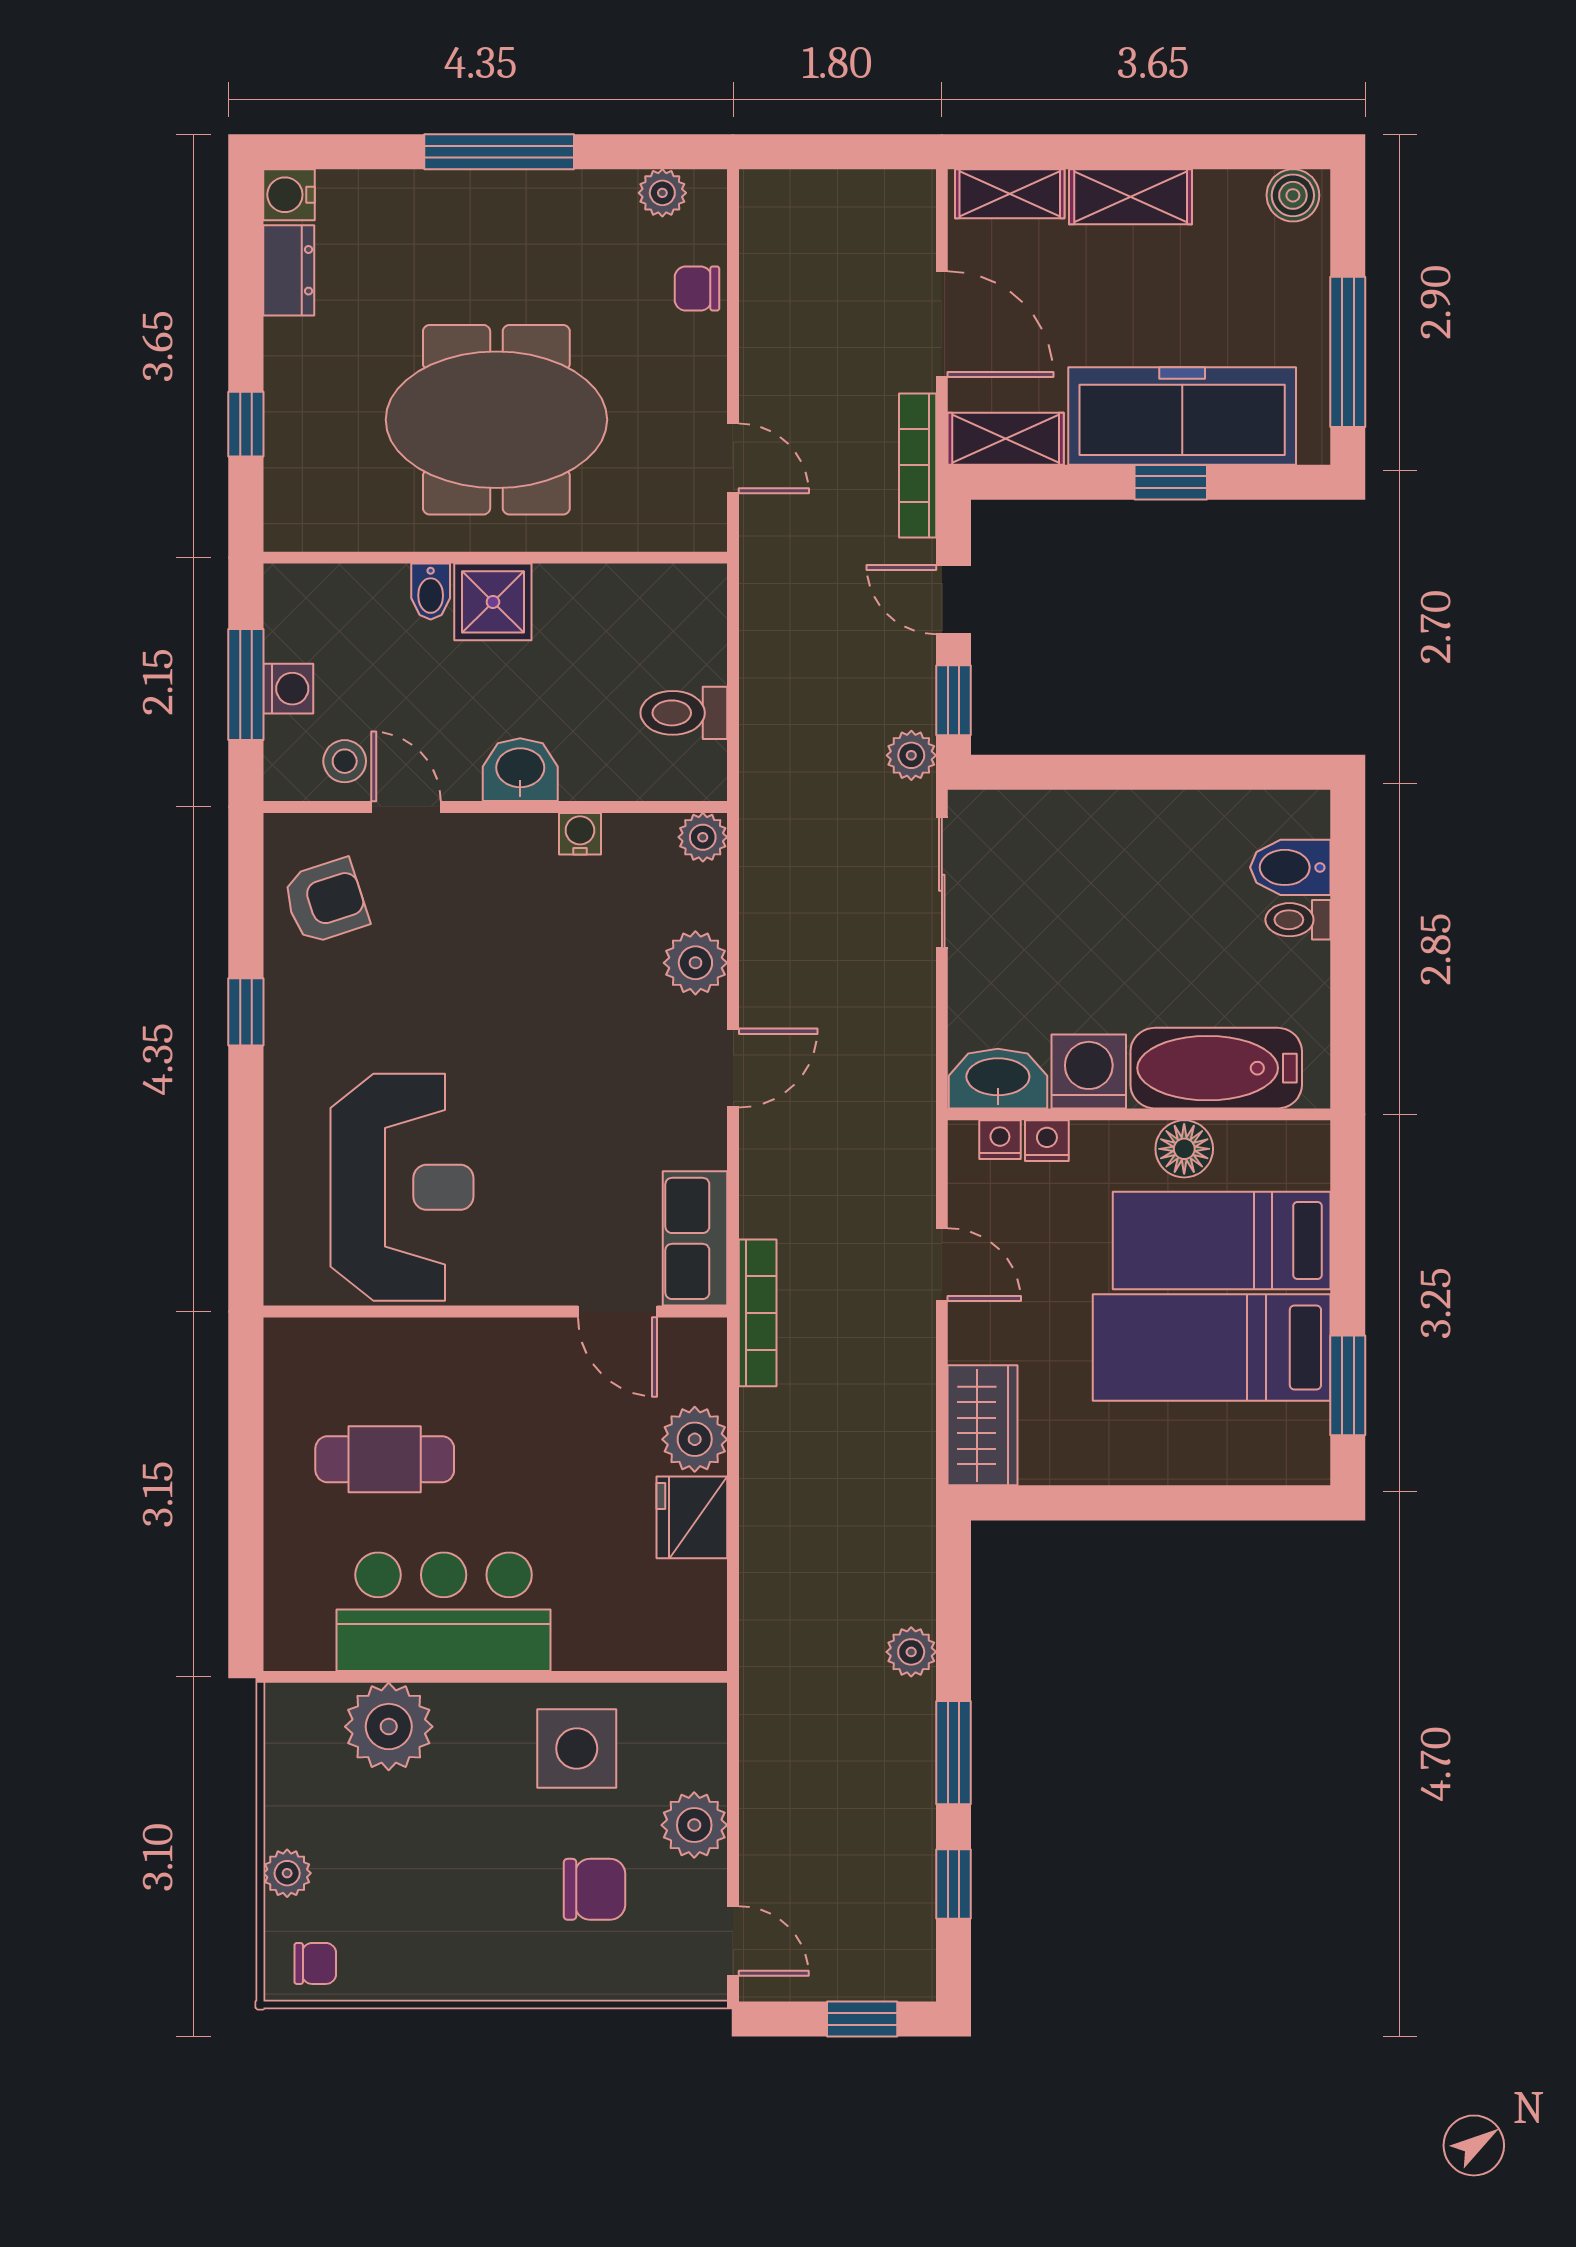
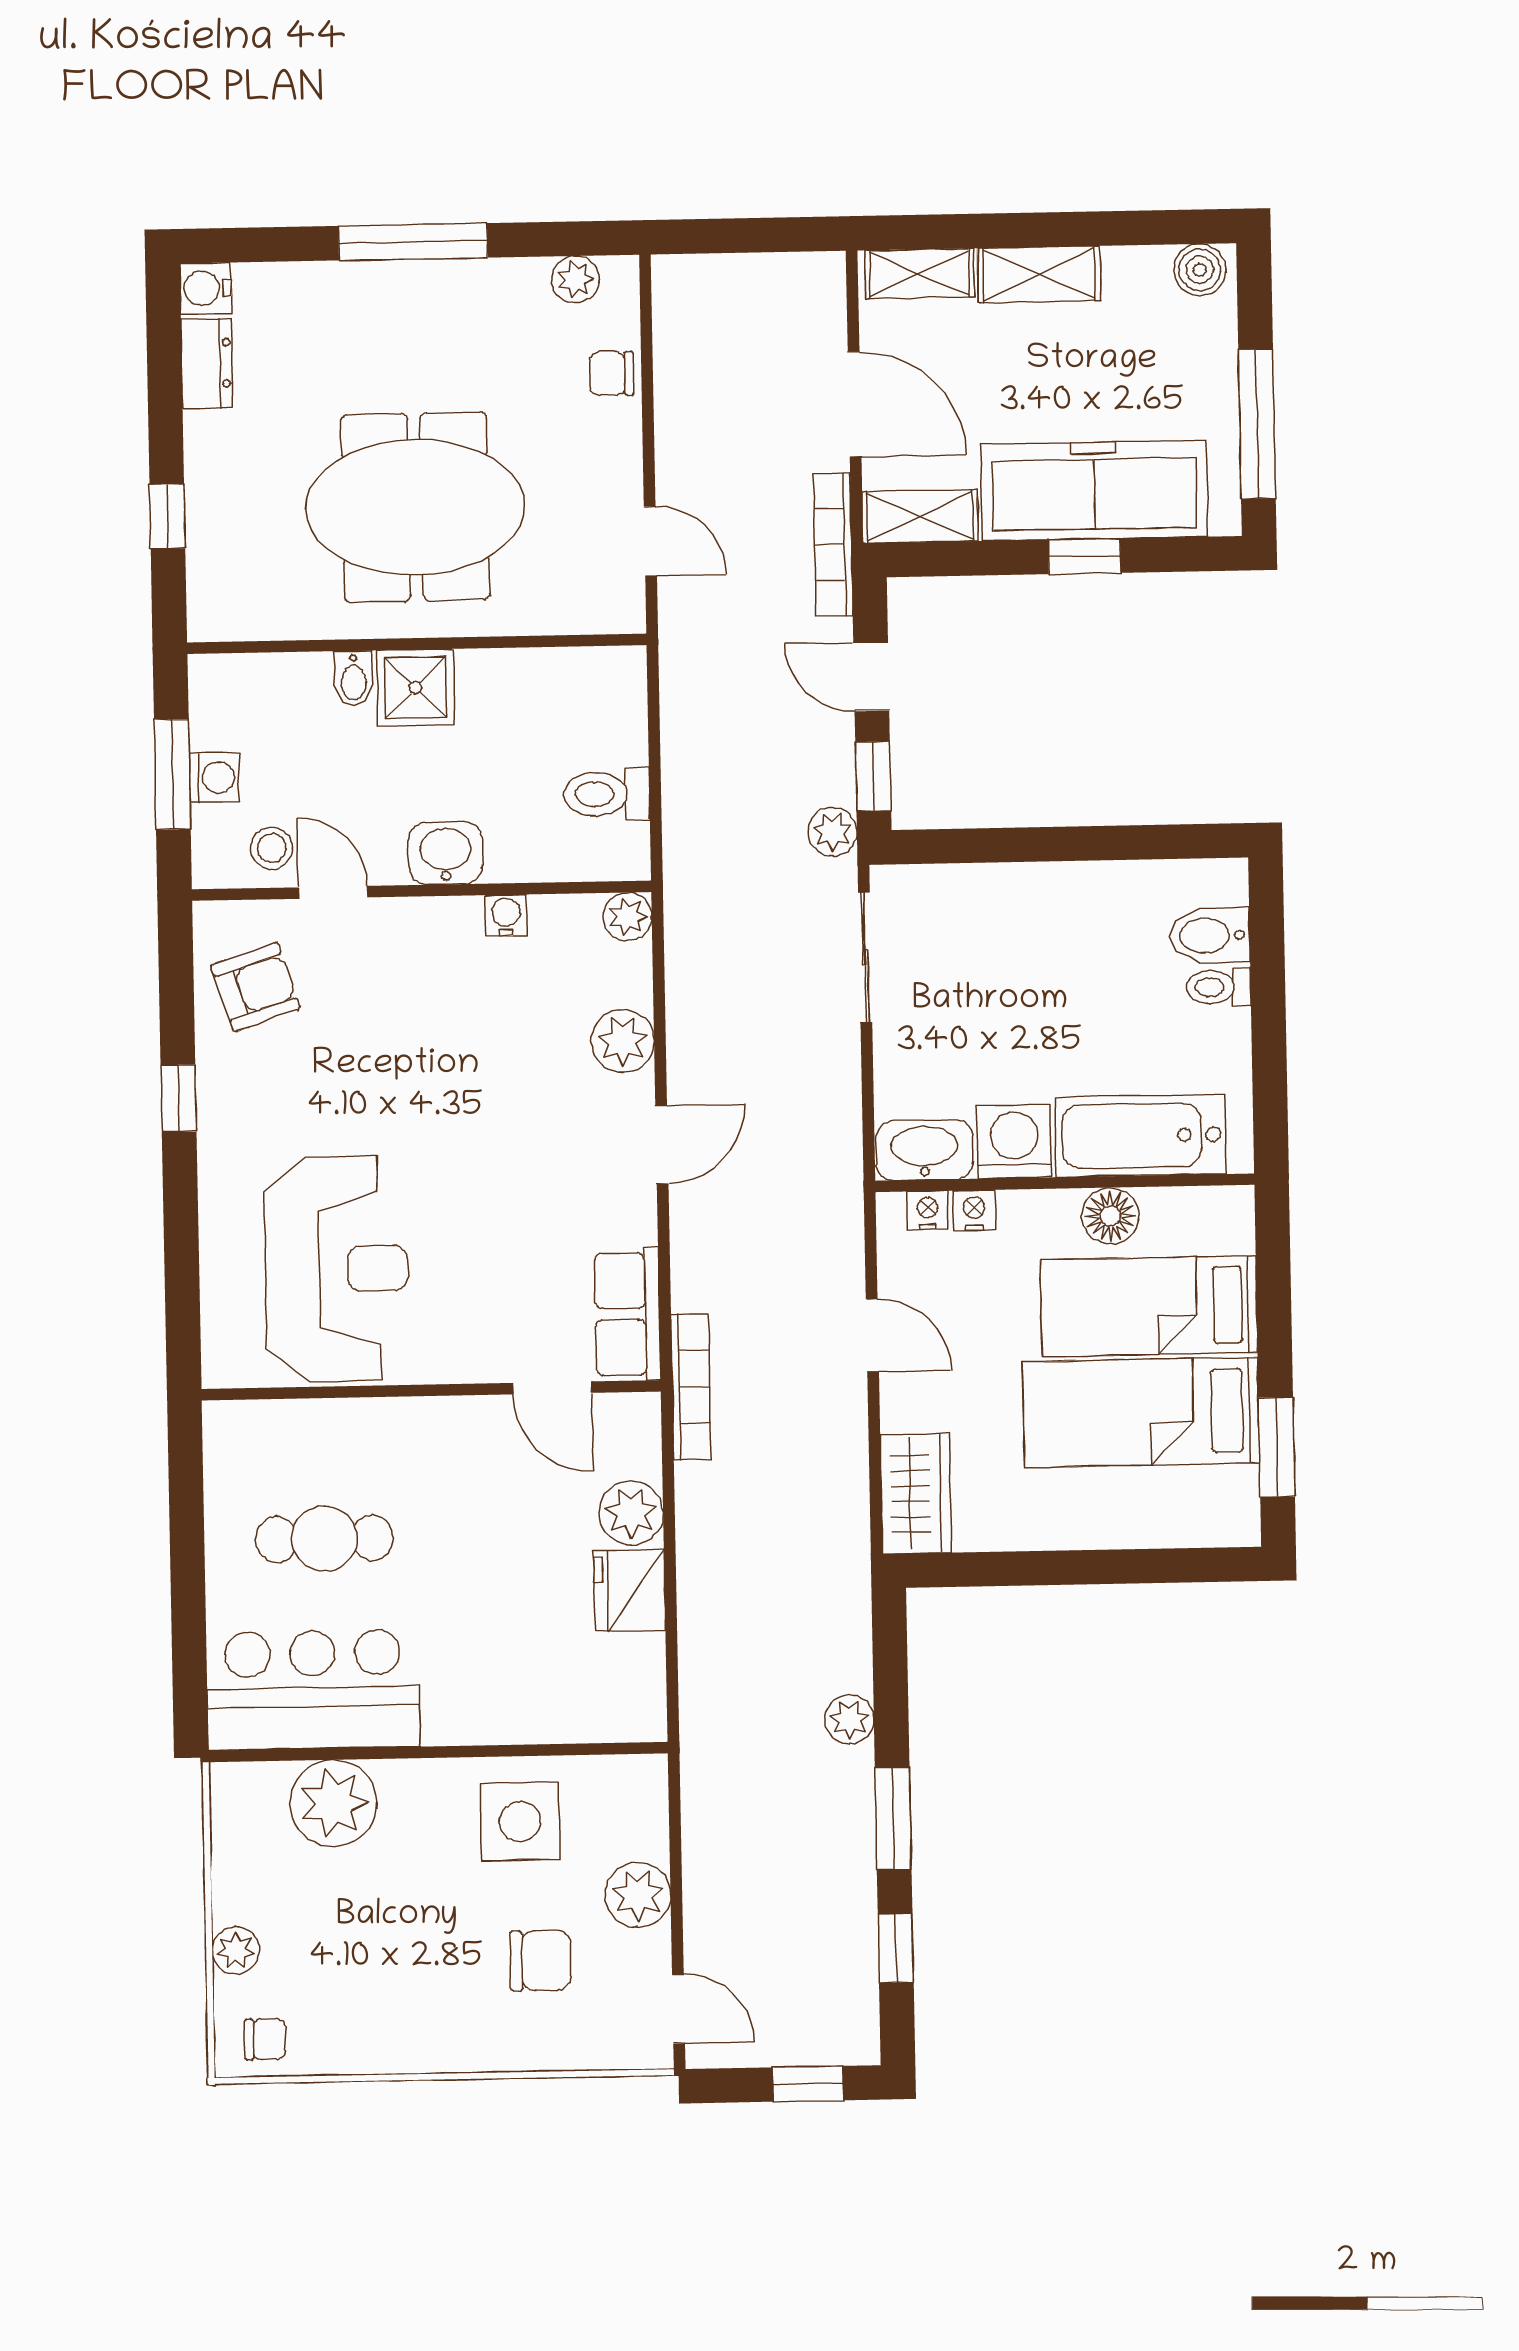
bar counter: (444, 1612) -> (313, 1690), moved

